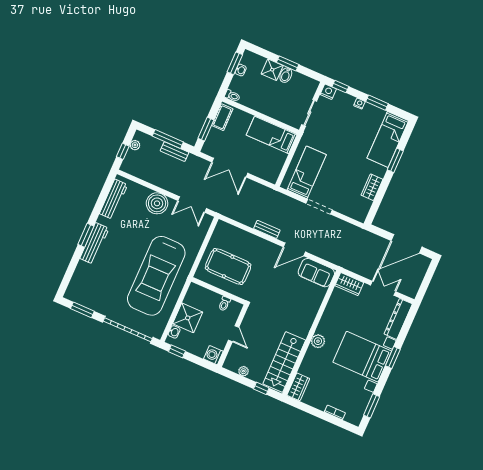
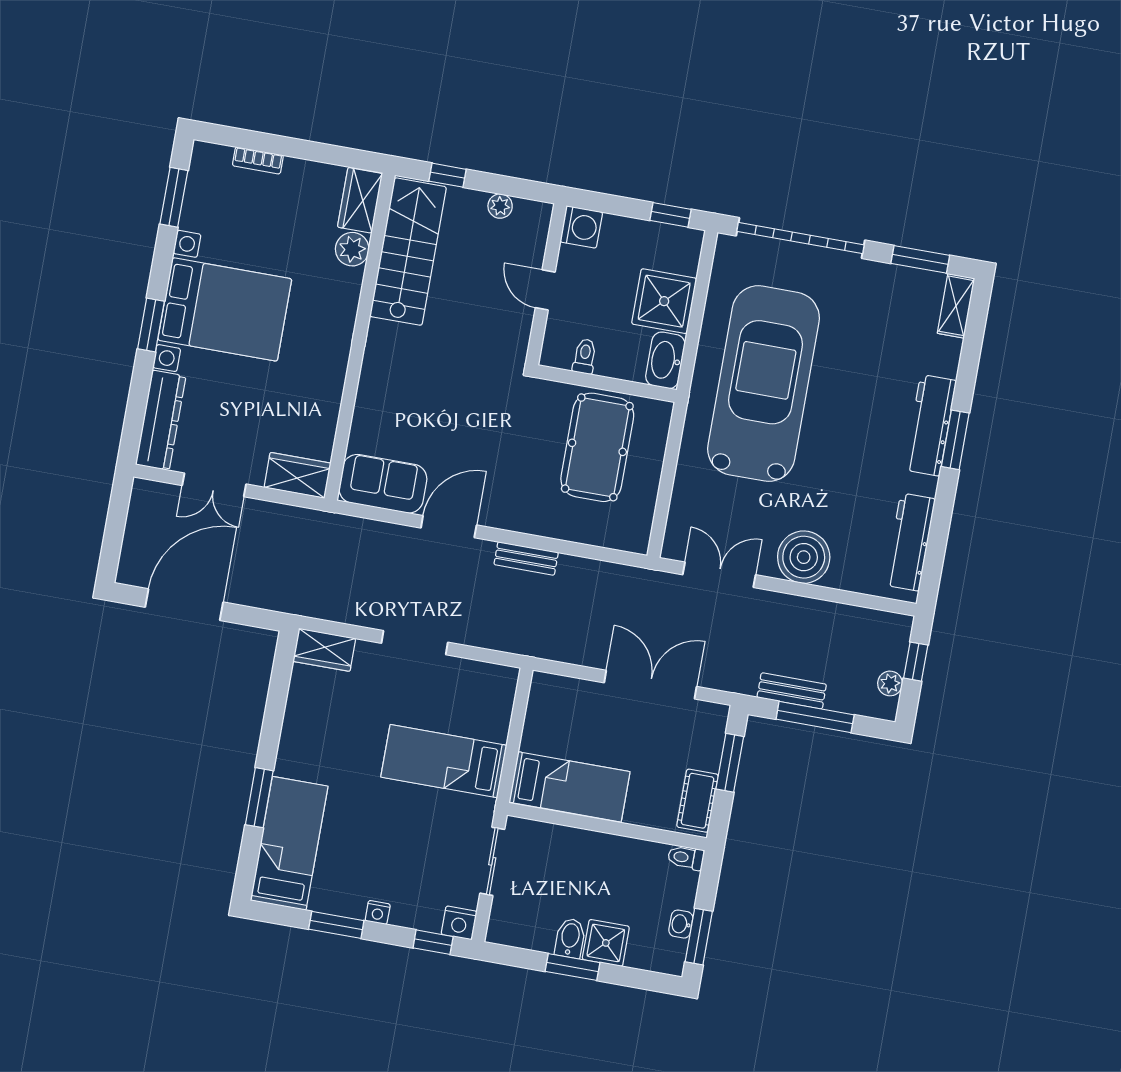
bed: (307, 172) -> (444, 761), moved, turned 90
wardrobe: (372, 187) -> (324, 650), moved, turned 90
pool table: (228, 266) -> (597, 447), turned 90
shelving: (73, 288) -> (956, 306), added
washbasin: (174, 332) -> (665, 360), moved, width x1.91, depth x1.45
plant: (318, 341) -> (352, 249), moved

